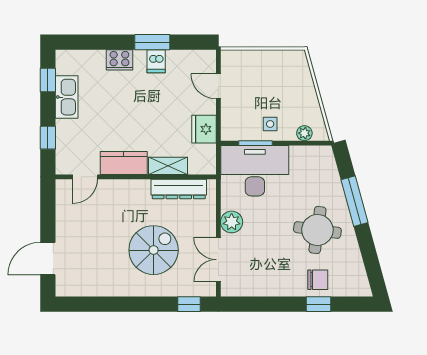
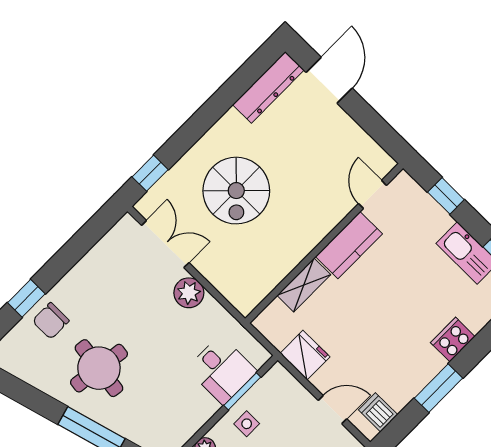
dishwasher: (156, 61) -> (378, 412), moved
desk: (255, 171) -> (222, 370), width x0.53, depth x0.77
dresser: (179, 189) -> (268, 87), moved, turned 180

